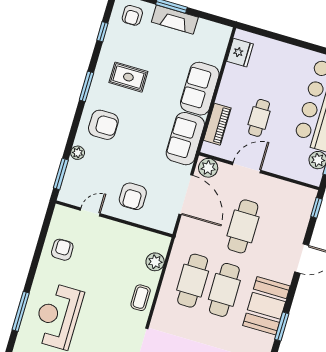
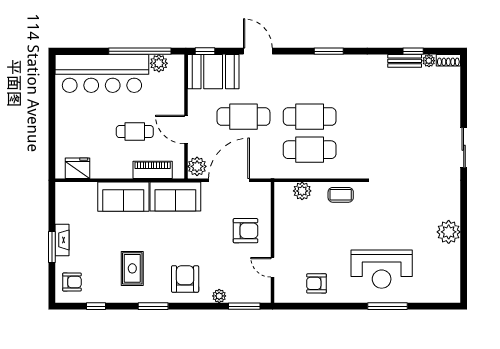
fireplace: (175, 20) -> (62, 240), width x0.73, depth x0.76
booth: (266, 306) -> (213, 72), moved

